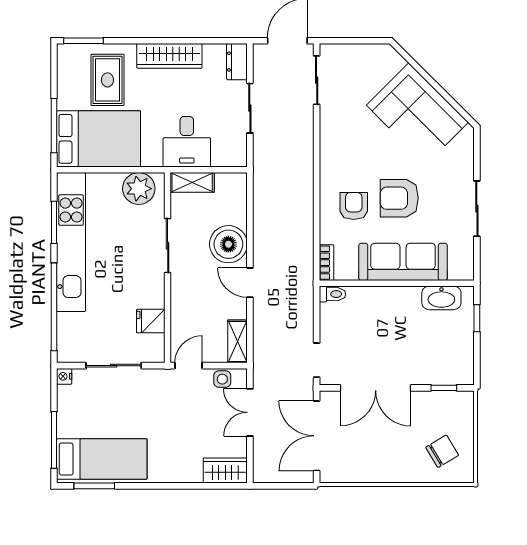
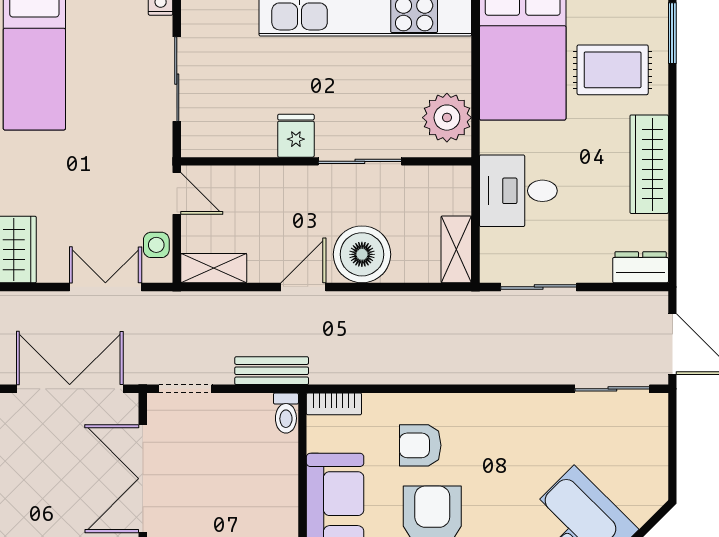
sliding door: (250, 108) -> (539, 287), moved
shelving: (192, 182) -> (456, 249), moved
armchair: (354, 206) -> (420, 445), turned 180
bench: (305, 303) -> (272, 371), added
fridge: (151, 321) -> (296, 136), moved

